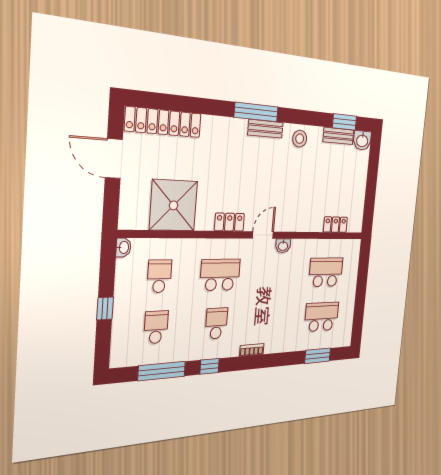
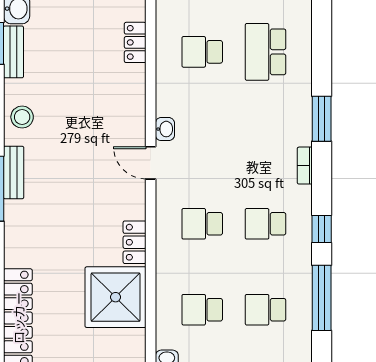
locker: (229, 222) -> (135, 242), moved
school desk: (326, 272) -> (202, 52), width x0.54
school desk: (220, 275) -> (202, 224), width x0.54
window: (318, 356) -> (322, 119), moved

